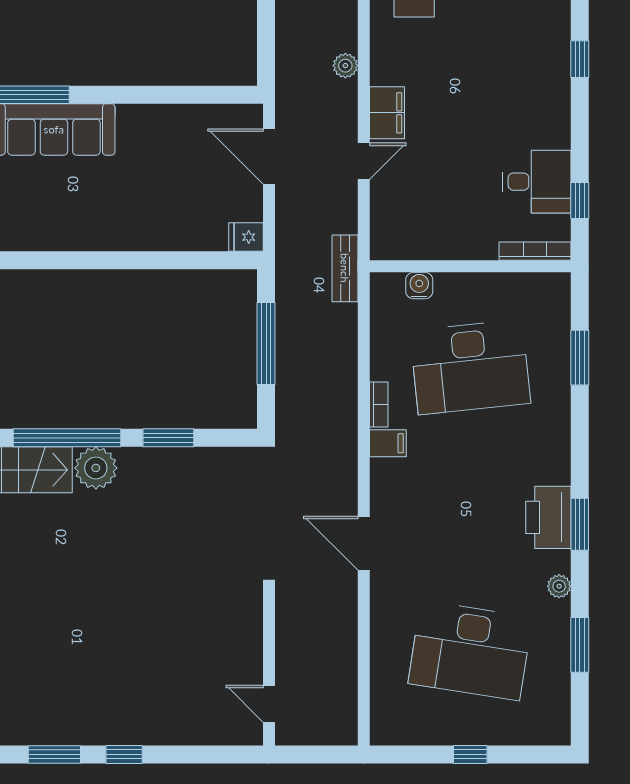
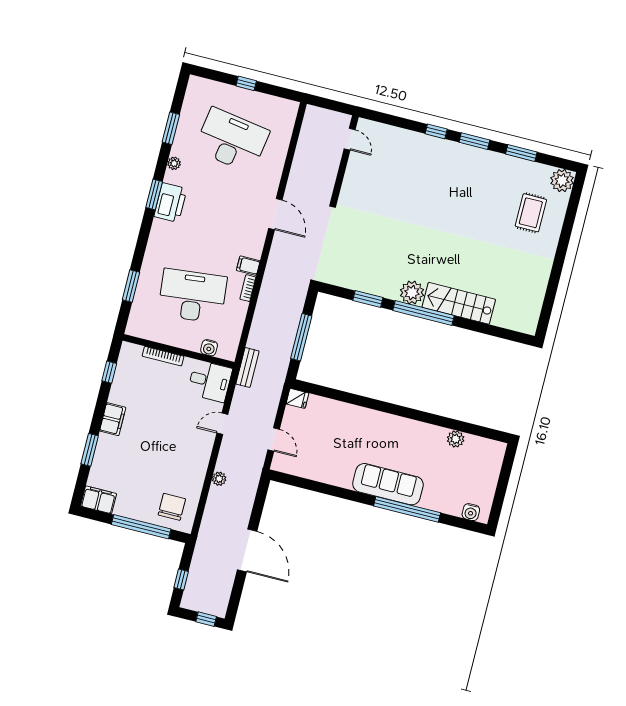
window: (580, 59) -> (90, 450), width x1.50
filing cabinet: (387, 113) -> (113, 419), moved, turned 180
door: (269, 156) -> (274, 440), width x0.73
desk: (537, 182) -> (210, 381), moved, turned 180
bookcase: (535, 251) -> (163, 356), moved

